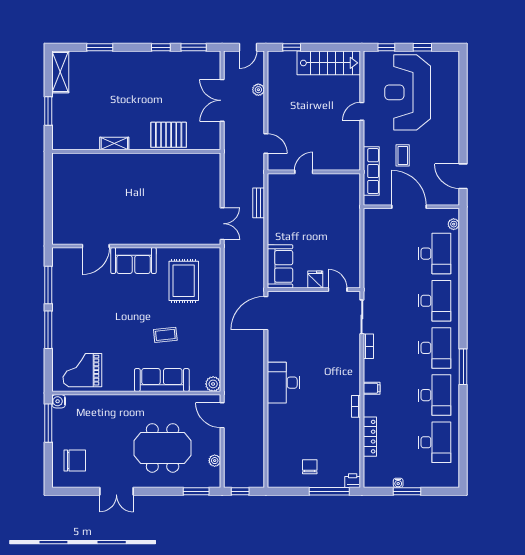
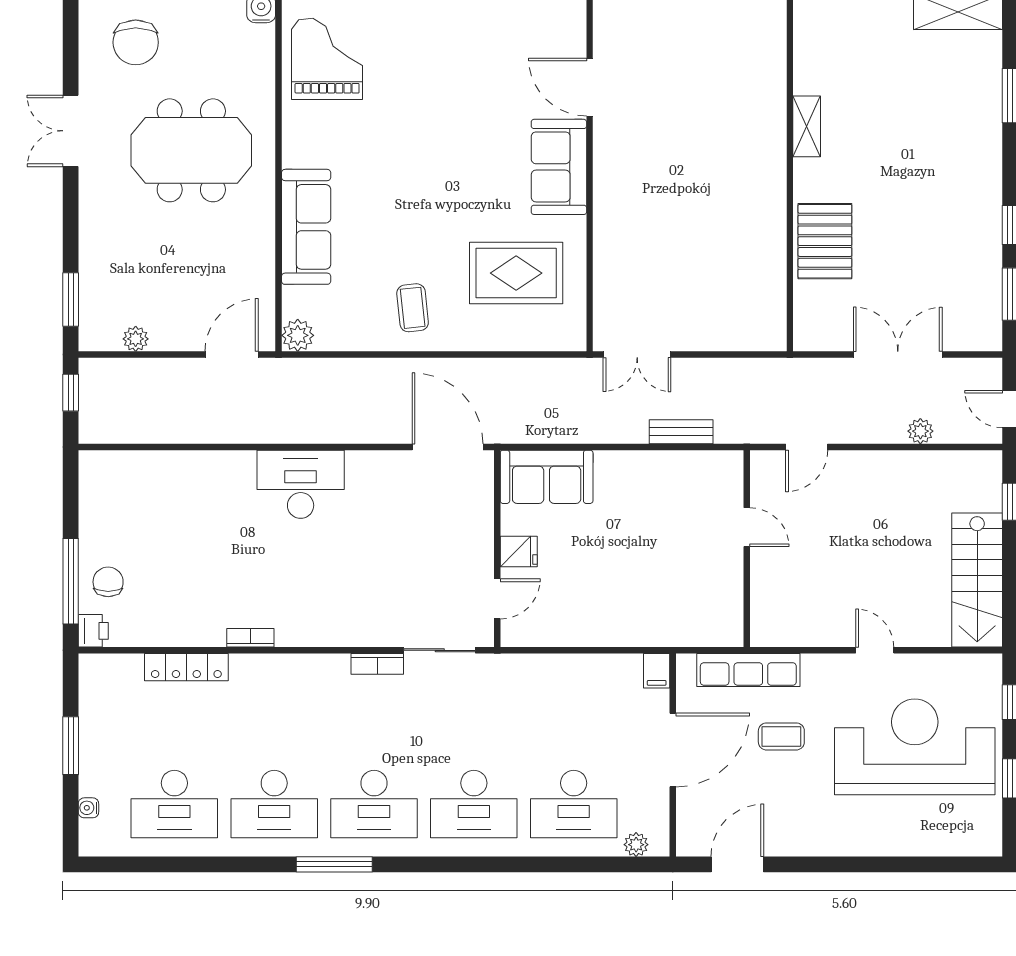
coffee table: (165, 335) -> (413, 308), moved
filing cabinet: (372, 388) -> (657, 671), moved
meeting table: (163, 448) -> (191, 150), moved, turned 90
chair: (310, 467) -> (108, 582), moved, turned -90
water cooler: (398, 483) -> (88, 808), moved

